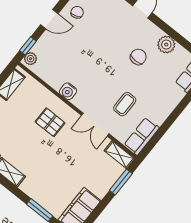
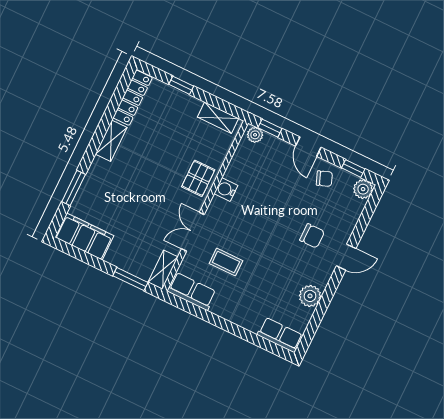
chair: (138, 57) -> (312, 236), moved
pallet: (50, 122) -> (198, 178), moved

